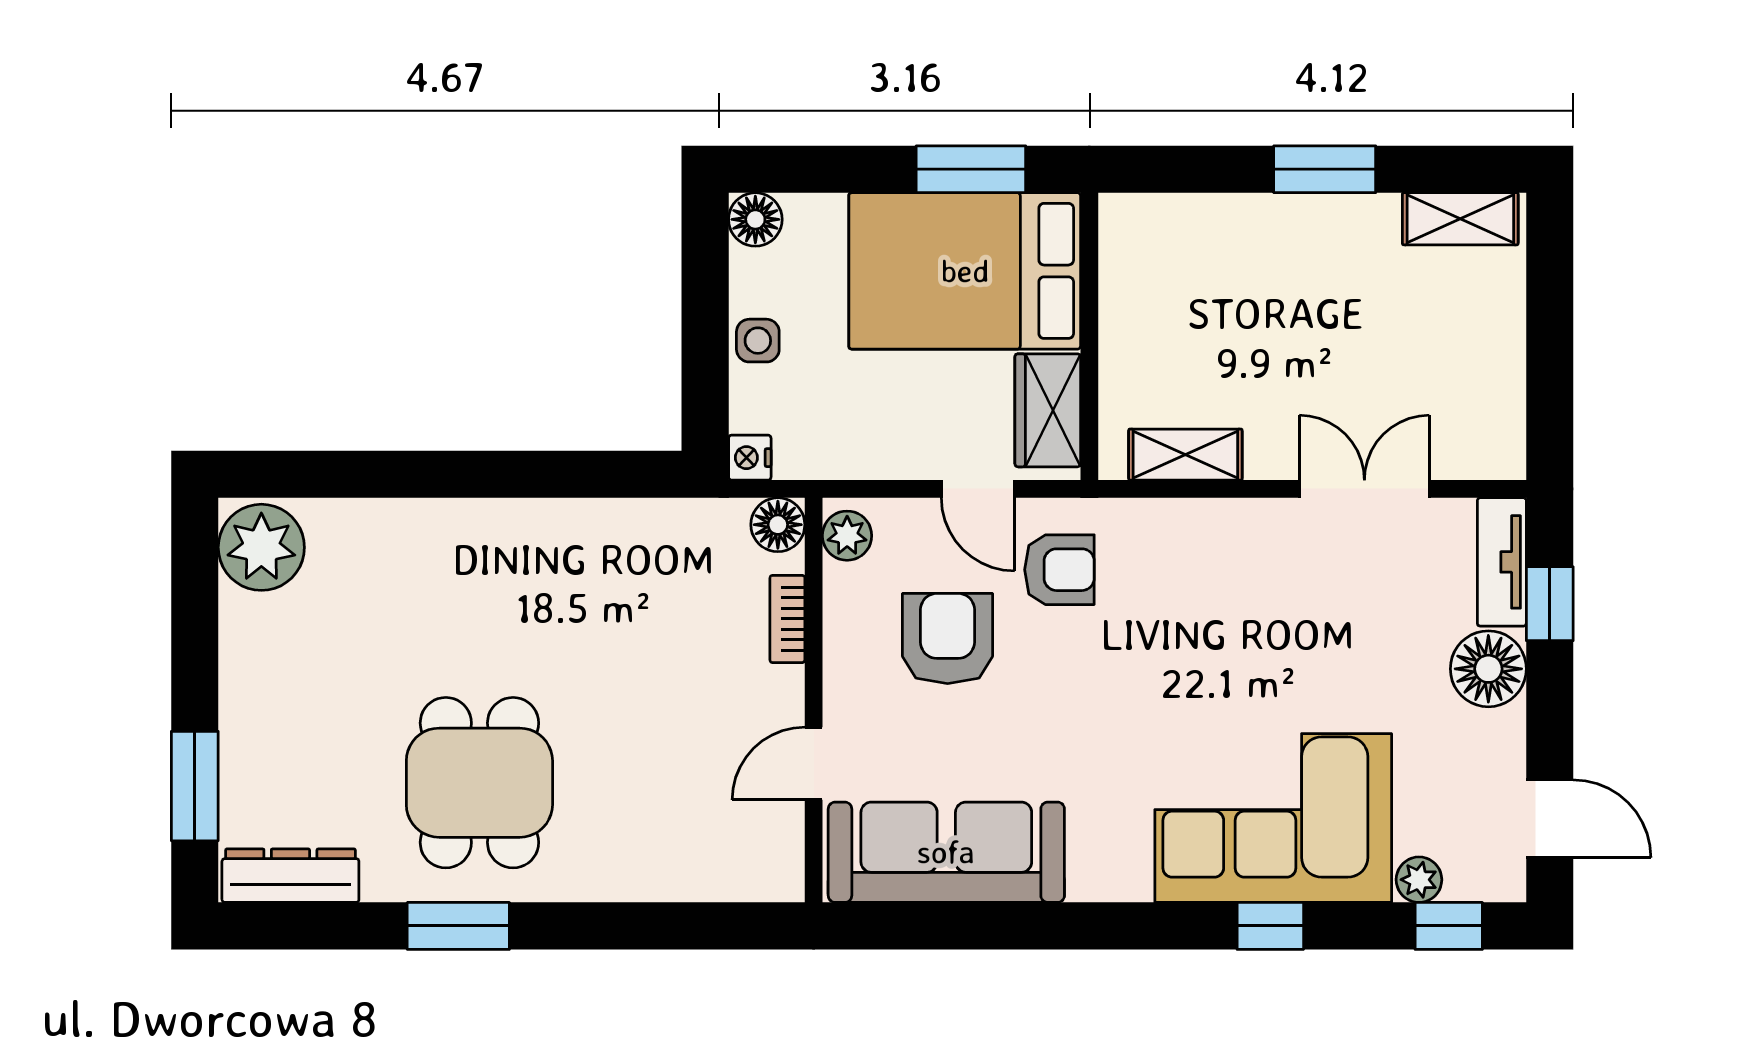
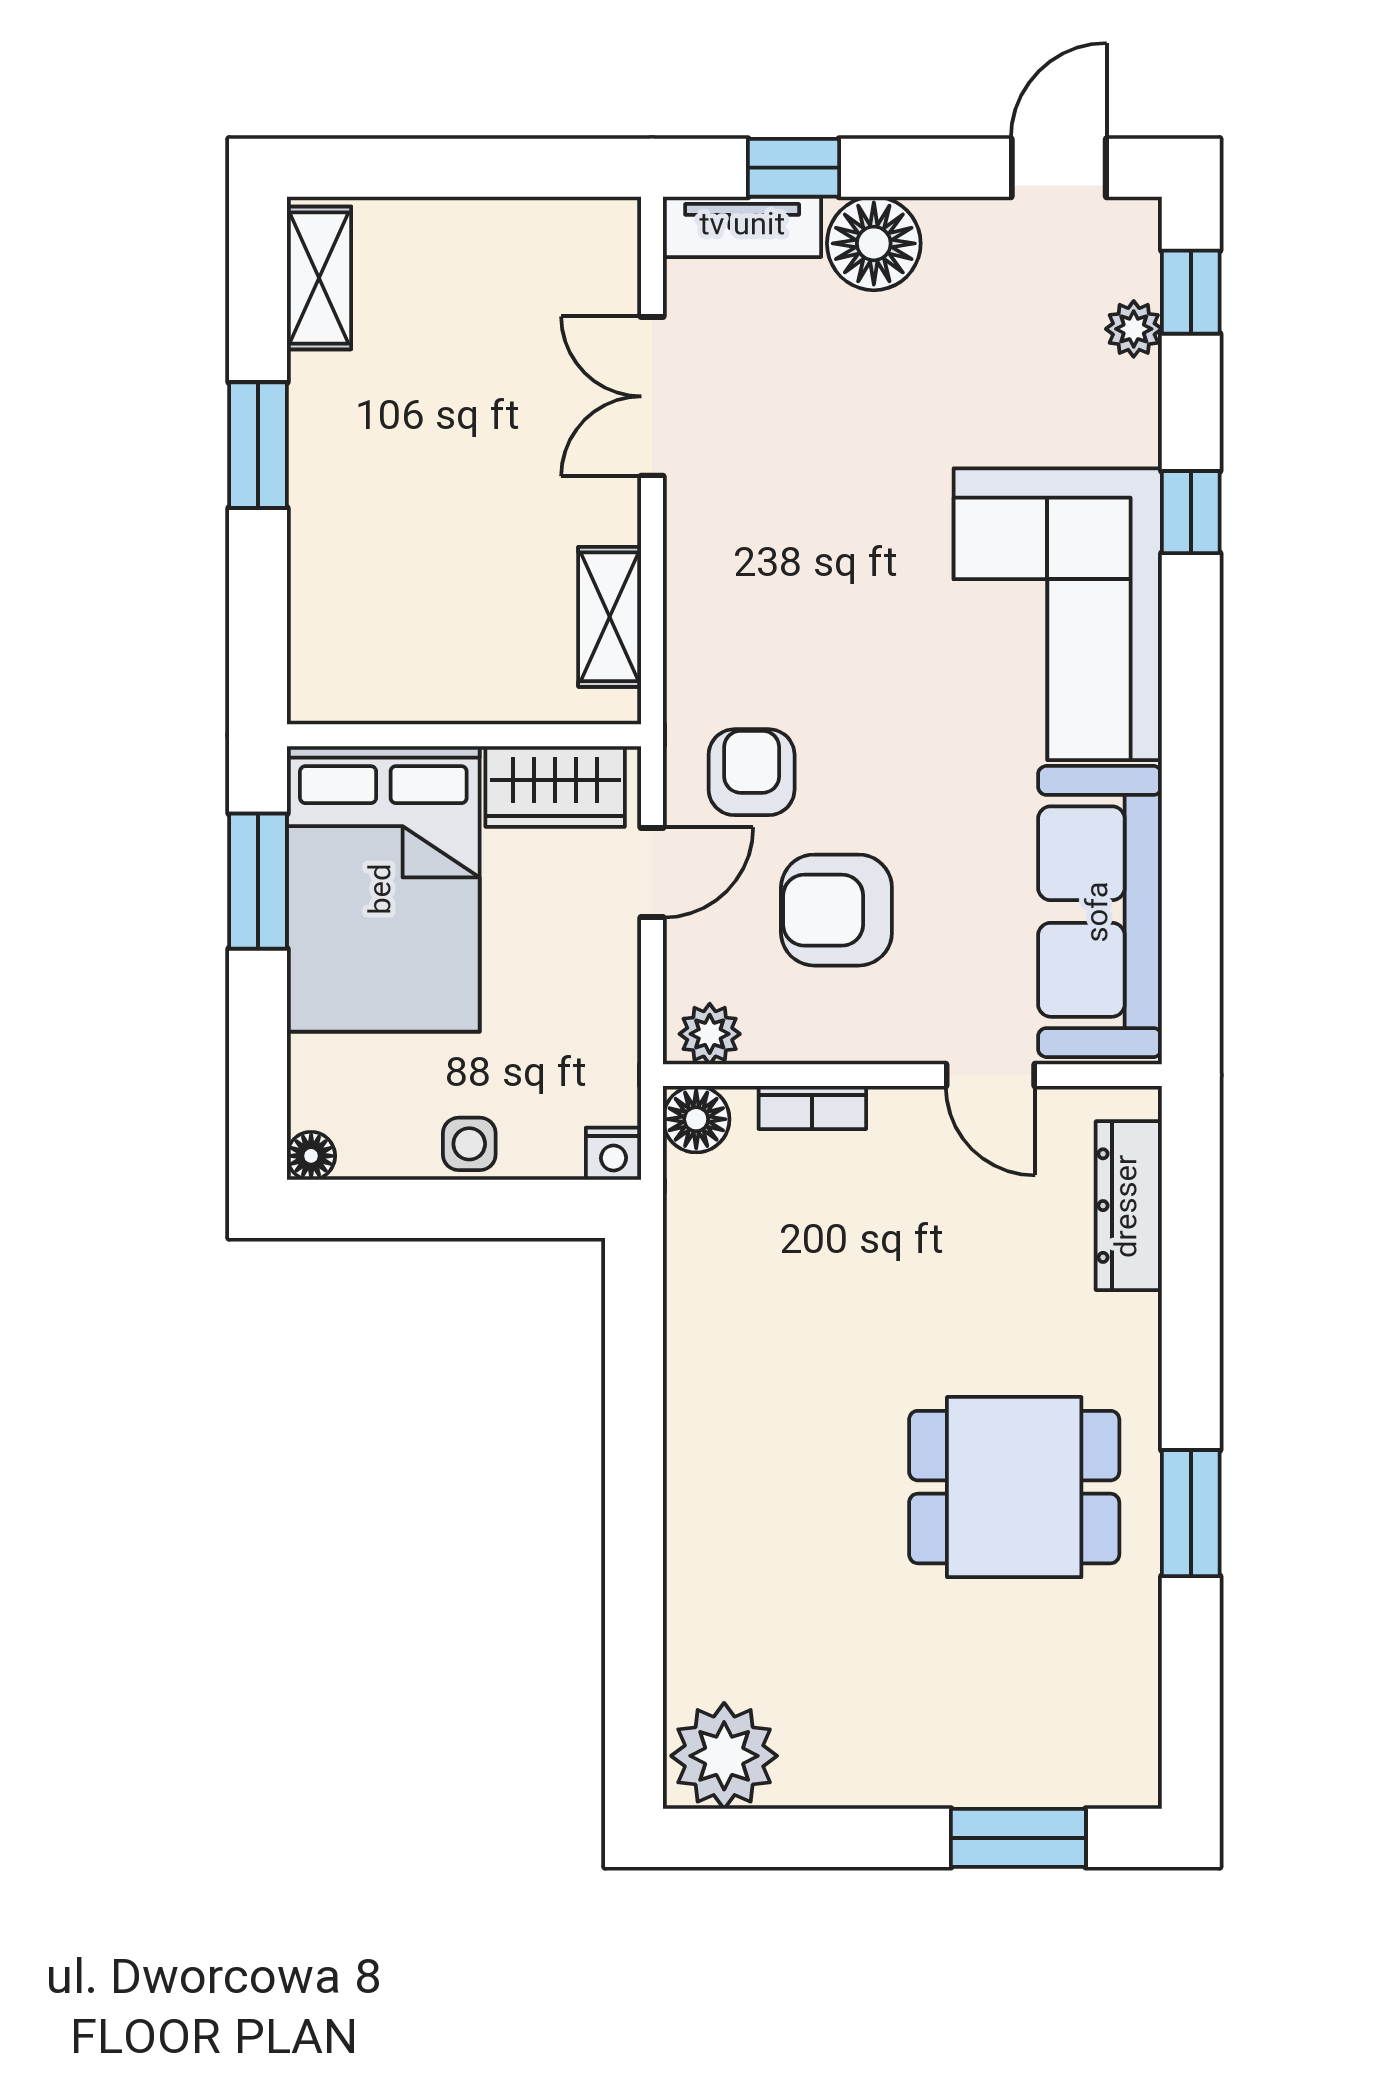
floor lamp: (755, 219) -> (311, 1156), width x0.73, depth x0.73
corner sofa: (1273, 818) -> (1058, 614), moved
dresser: (290, 876) -> (1129, 1206), moved

